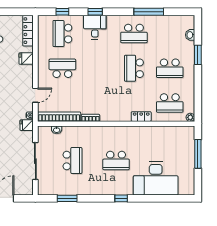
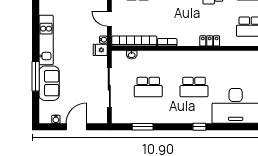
door: (35, 95) -> (109, 19), swing flipped
locker: (141, 117) -> (210, 41), moved
school desk: (72, 160) -> (148, 87), turned 90

